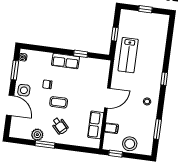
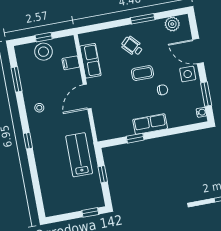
window: (145, 9) -> (90, 212), moved
plant: (37, 135) -> (172, 24), moved
window: (116, 154) -> (44, 37), moved

